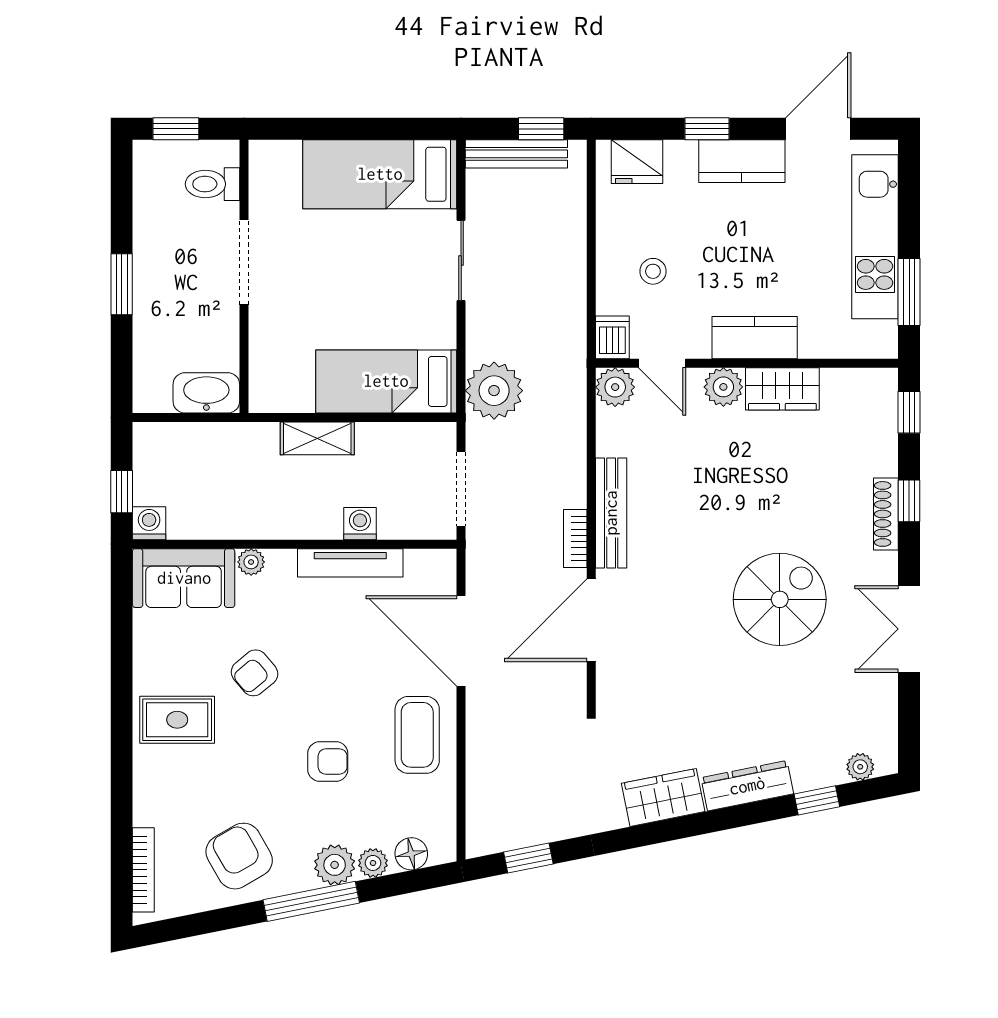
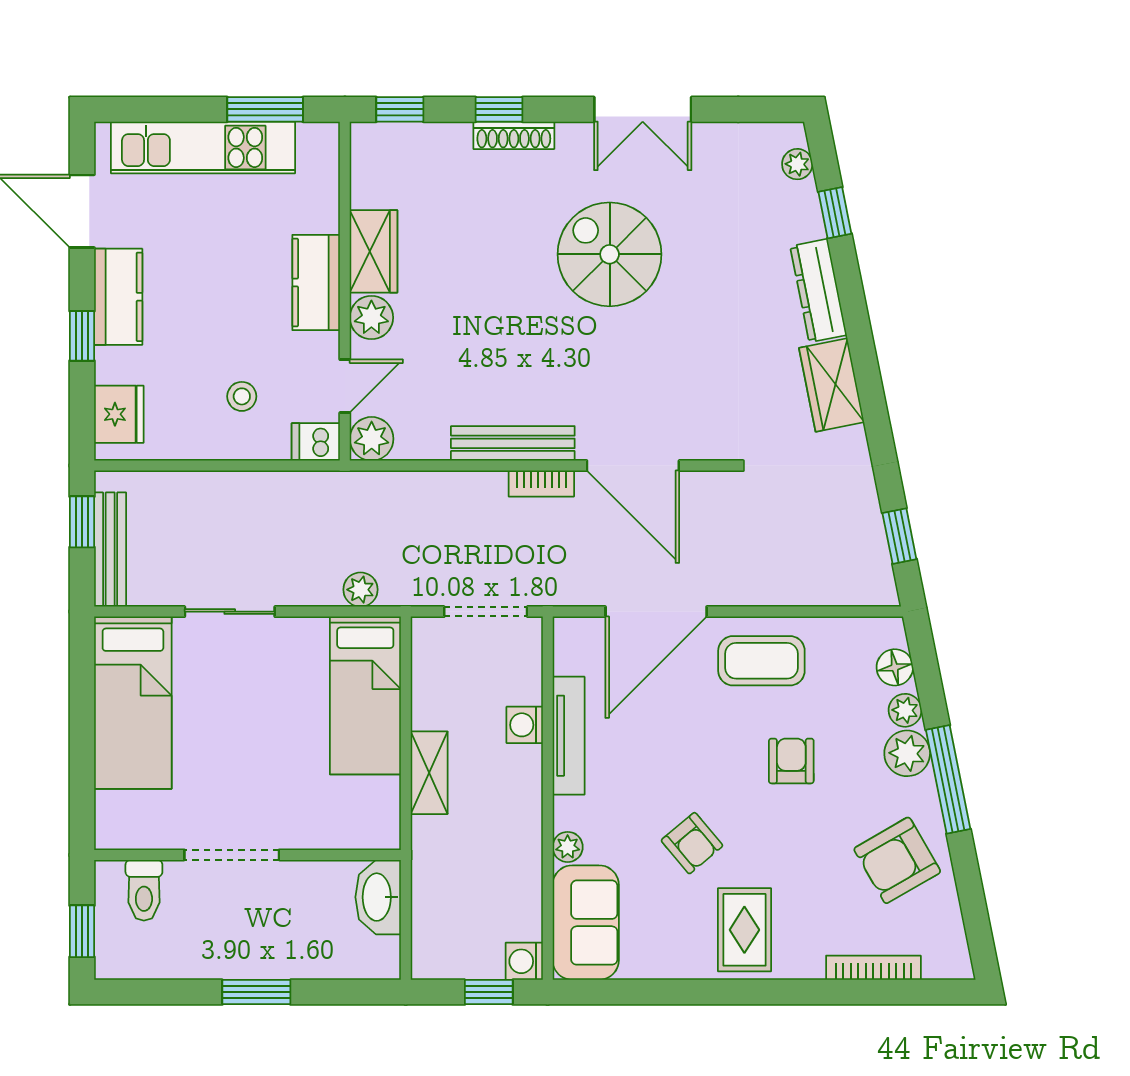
plant: (494, 391) -> (361, 590), width x0.53, depth x0.53
bookcase: (143, 870) -> (873, 968), moved

